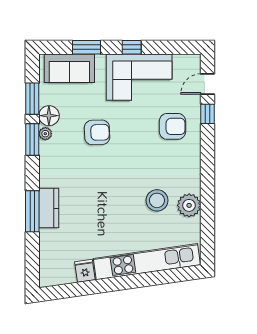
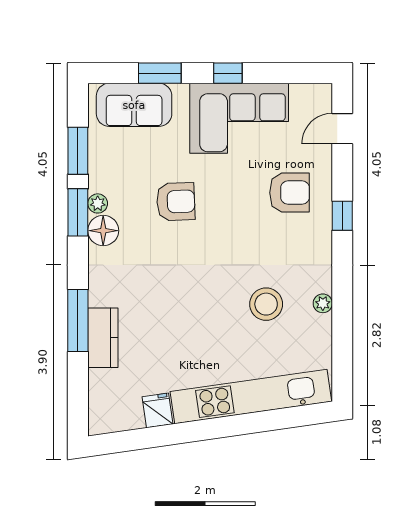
window: (207, 114) -> (342, 216), moved
floor lamp: (49, 116) -> (103, 231), moved
plant: (189, 205) -> (323, 303), width x0.53, depth x0.53
kitchen counter: (49, 208) -> (103, 338), moved

